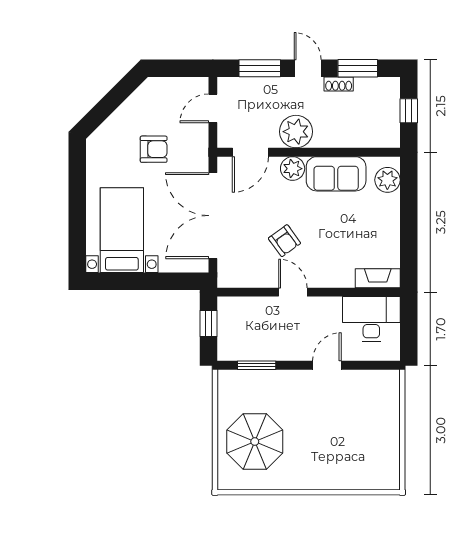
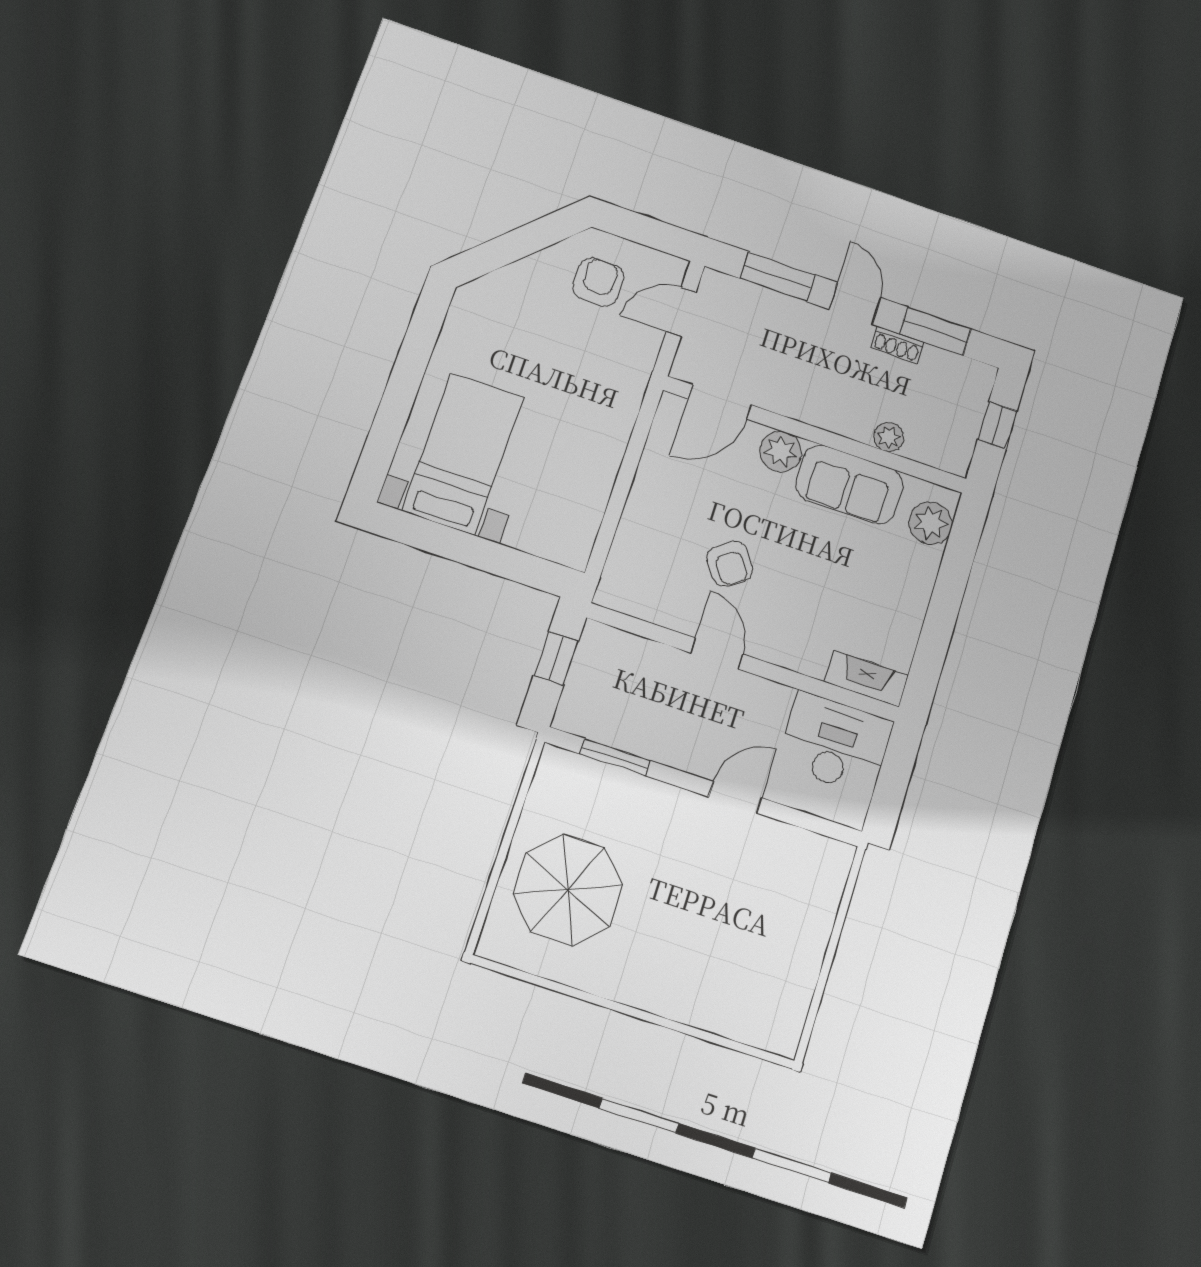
plant: (296, 132) -> (889, 437), moved, width x0.53, depth x0.53
armchair: (154, 149) -> (598, 282), moved, turned -90
double door: (213, 216) -> (624, 482), removed

